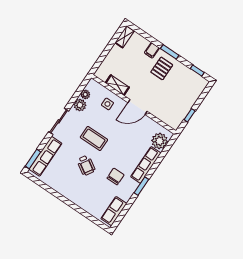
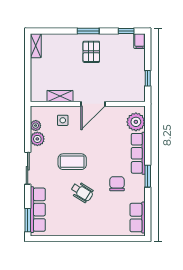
filing cabinet: (152, 50) -> (139, 41), moved

